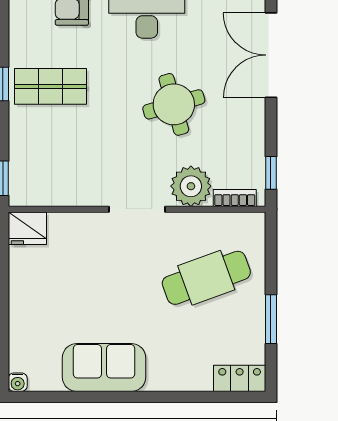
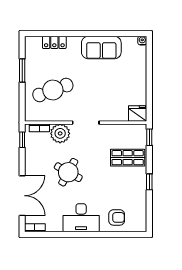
shop shelf: (51, 86) -> (128, 158), moved
round table: (174, 104) -> (68, 172), turned 45
locker: (240, 378) -> (54, 42), moved

